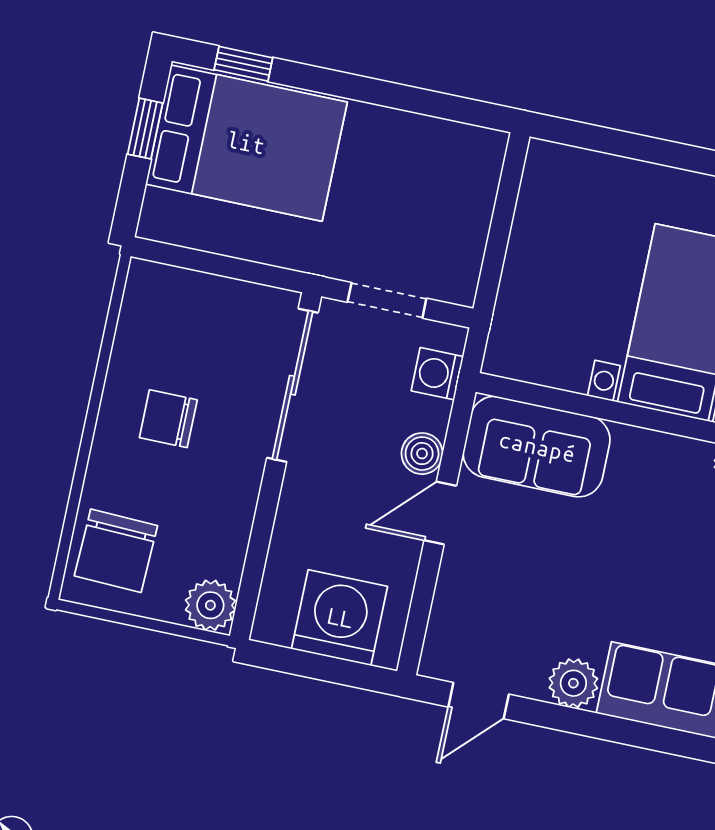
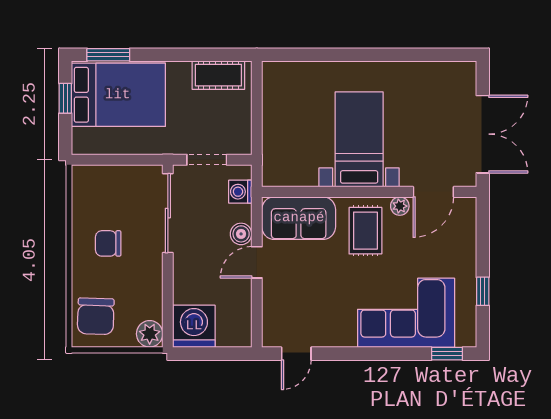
window: (243, 64) -> (108, 55), width x1.50
cot: (442, 146) -> (218, 75), added
rug: (657, 497) -> (365, 231), added
washing machine: (340, 618) -> (194, 326), moved
plant: (573, 683) -> (343, 335), removed

